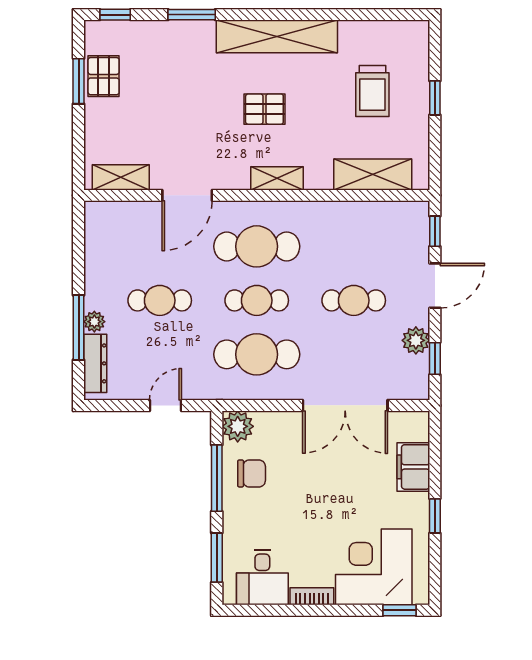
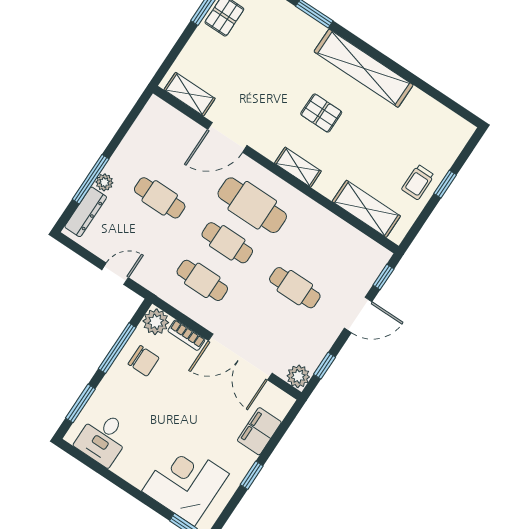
trolley: (372, 91) -> (418, 182), moved, width x0.73, depth x0.72
plant: (416, 340) -> (298, 376), moved
cafe table: (257, 354) -> (202, 280), width x0.73, depth x0.74
bookcase: (312, 596) -> (186, 335), moved, turned 180

